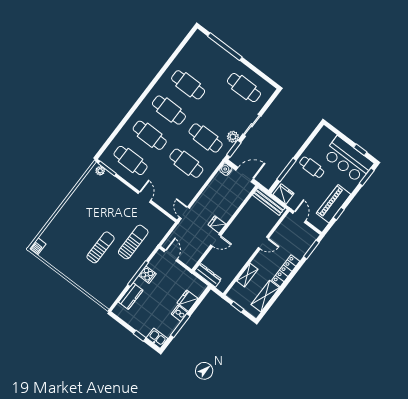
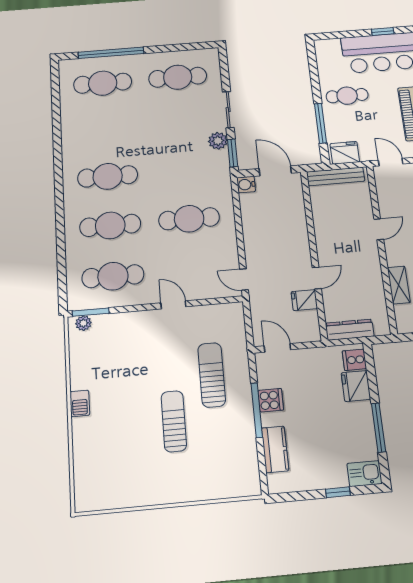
cafe table: (188, 85) -> (103, 83), moved
cafe table: (206, 138) -> (185, 170), removed
door: (245, 175) -> (275, 171), hinge flipped
fridge: (217, 224) -> (304, 300), moved
barbecue: (38, 246) -> (80, 403), moved
cooker: (179, 313) -> (354, 360), moved

